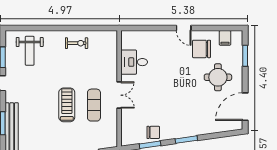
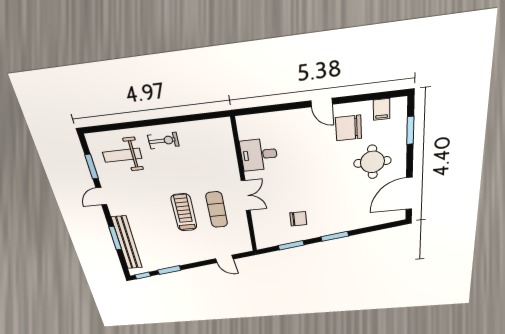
exercise bike: (77, 43) -> (163, 141), moved
weight bench: (30, 51) -> (122, 155), turned 90
chair: (153, 132) -> (298, 219), moved

